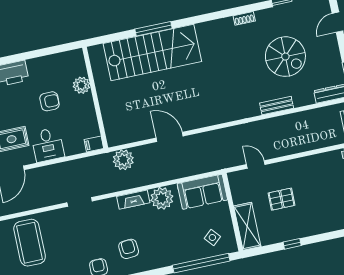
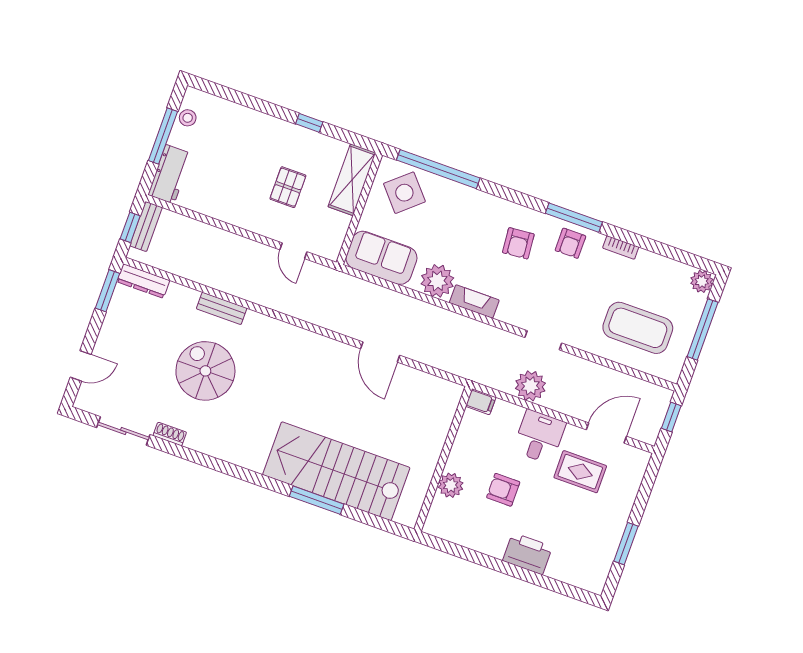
shoe rack: (244, 18) -> (170, 434), moved
spiral stairs: (285, 57) -> (205, 371), moved
plant: (123, 160) -> (530, 386), moved
pallet: (282, 199) -> (288, 187), turned 90
side table: (212, 237) -> (404, 193), width x1.87, depth x1.87
coffee table: (30, 243) -> (638, 328), turned 90

